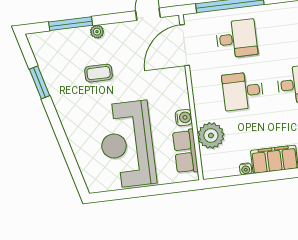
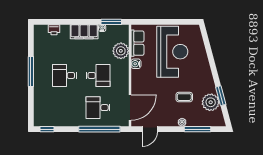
plant: (55, 70) -> (211, 102), added
window: (232, 181) -> (111, 22), added

